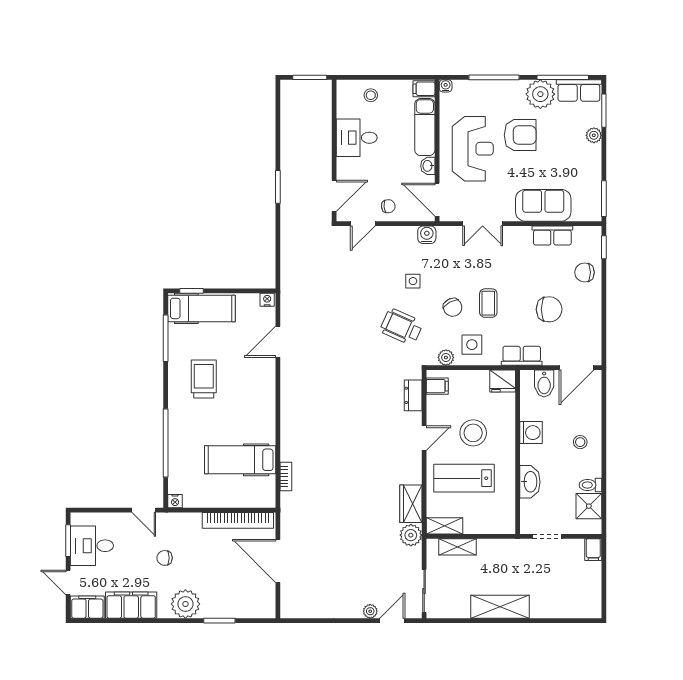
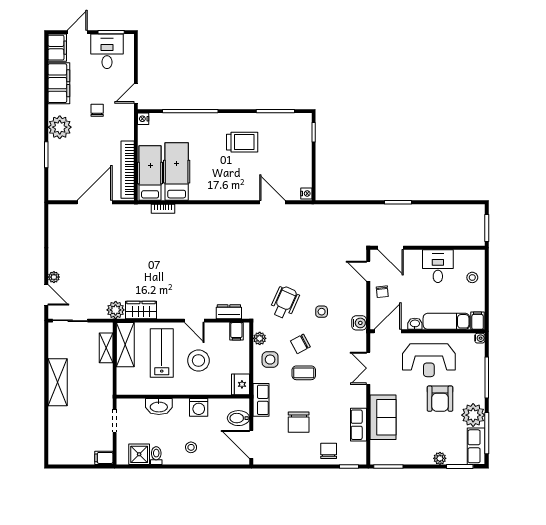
hospital bed: (202, 308) -> (150, 173), moved, turned 180
shelving: (444, 526) -> (125, 345), width x1.50, depth x1.33

